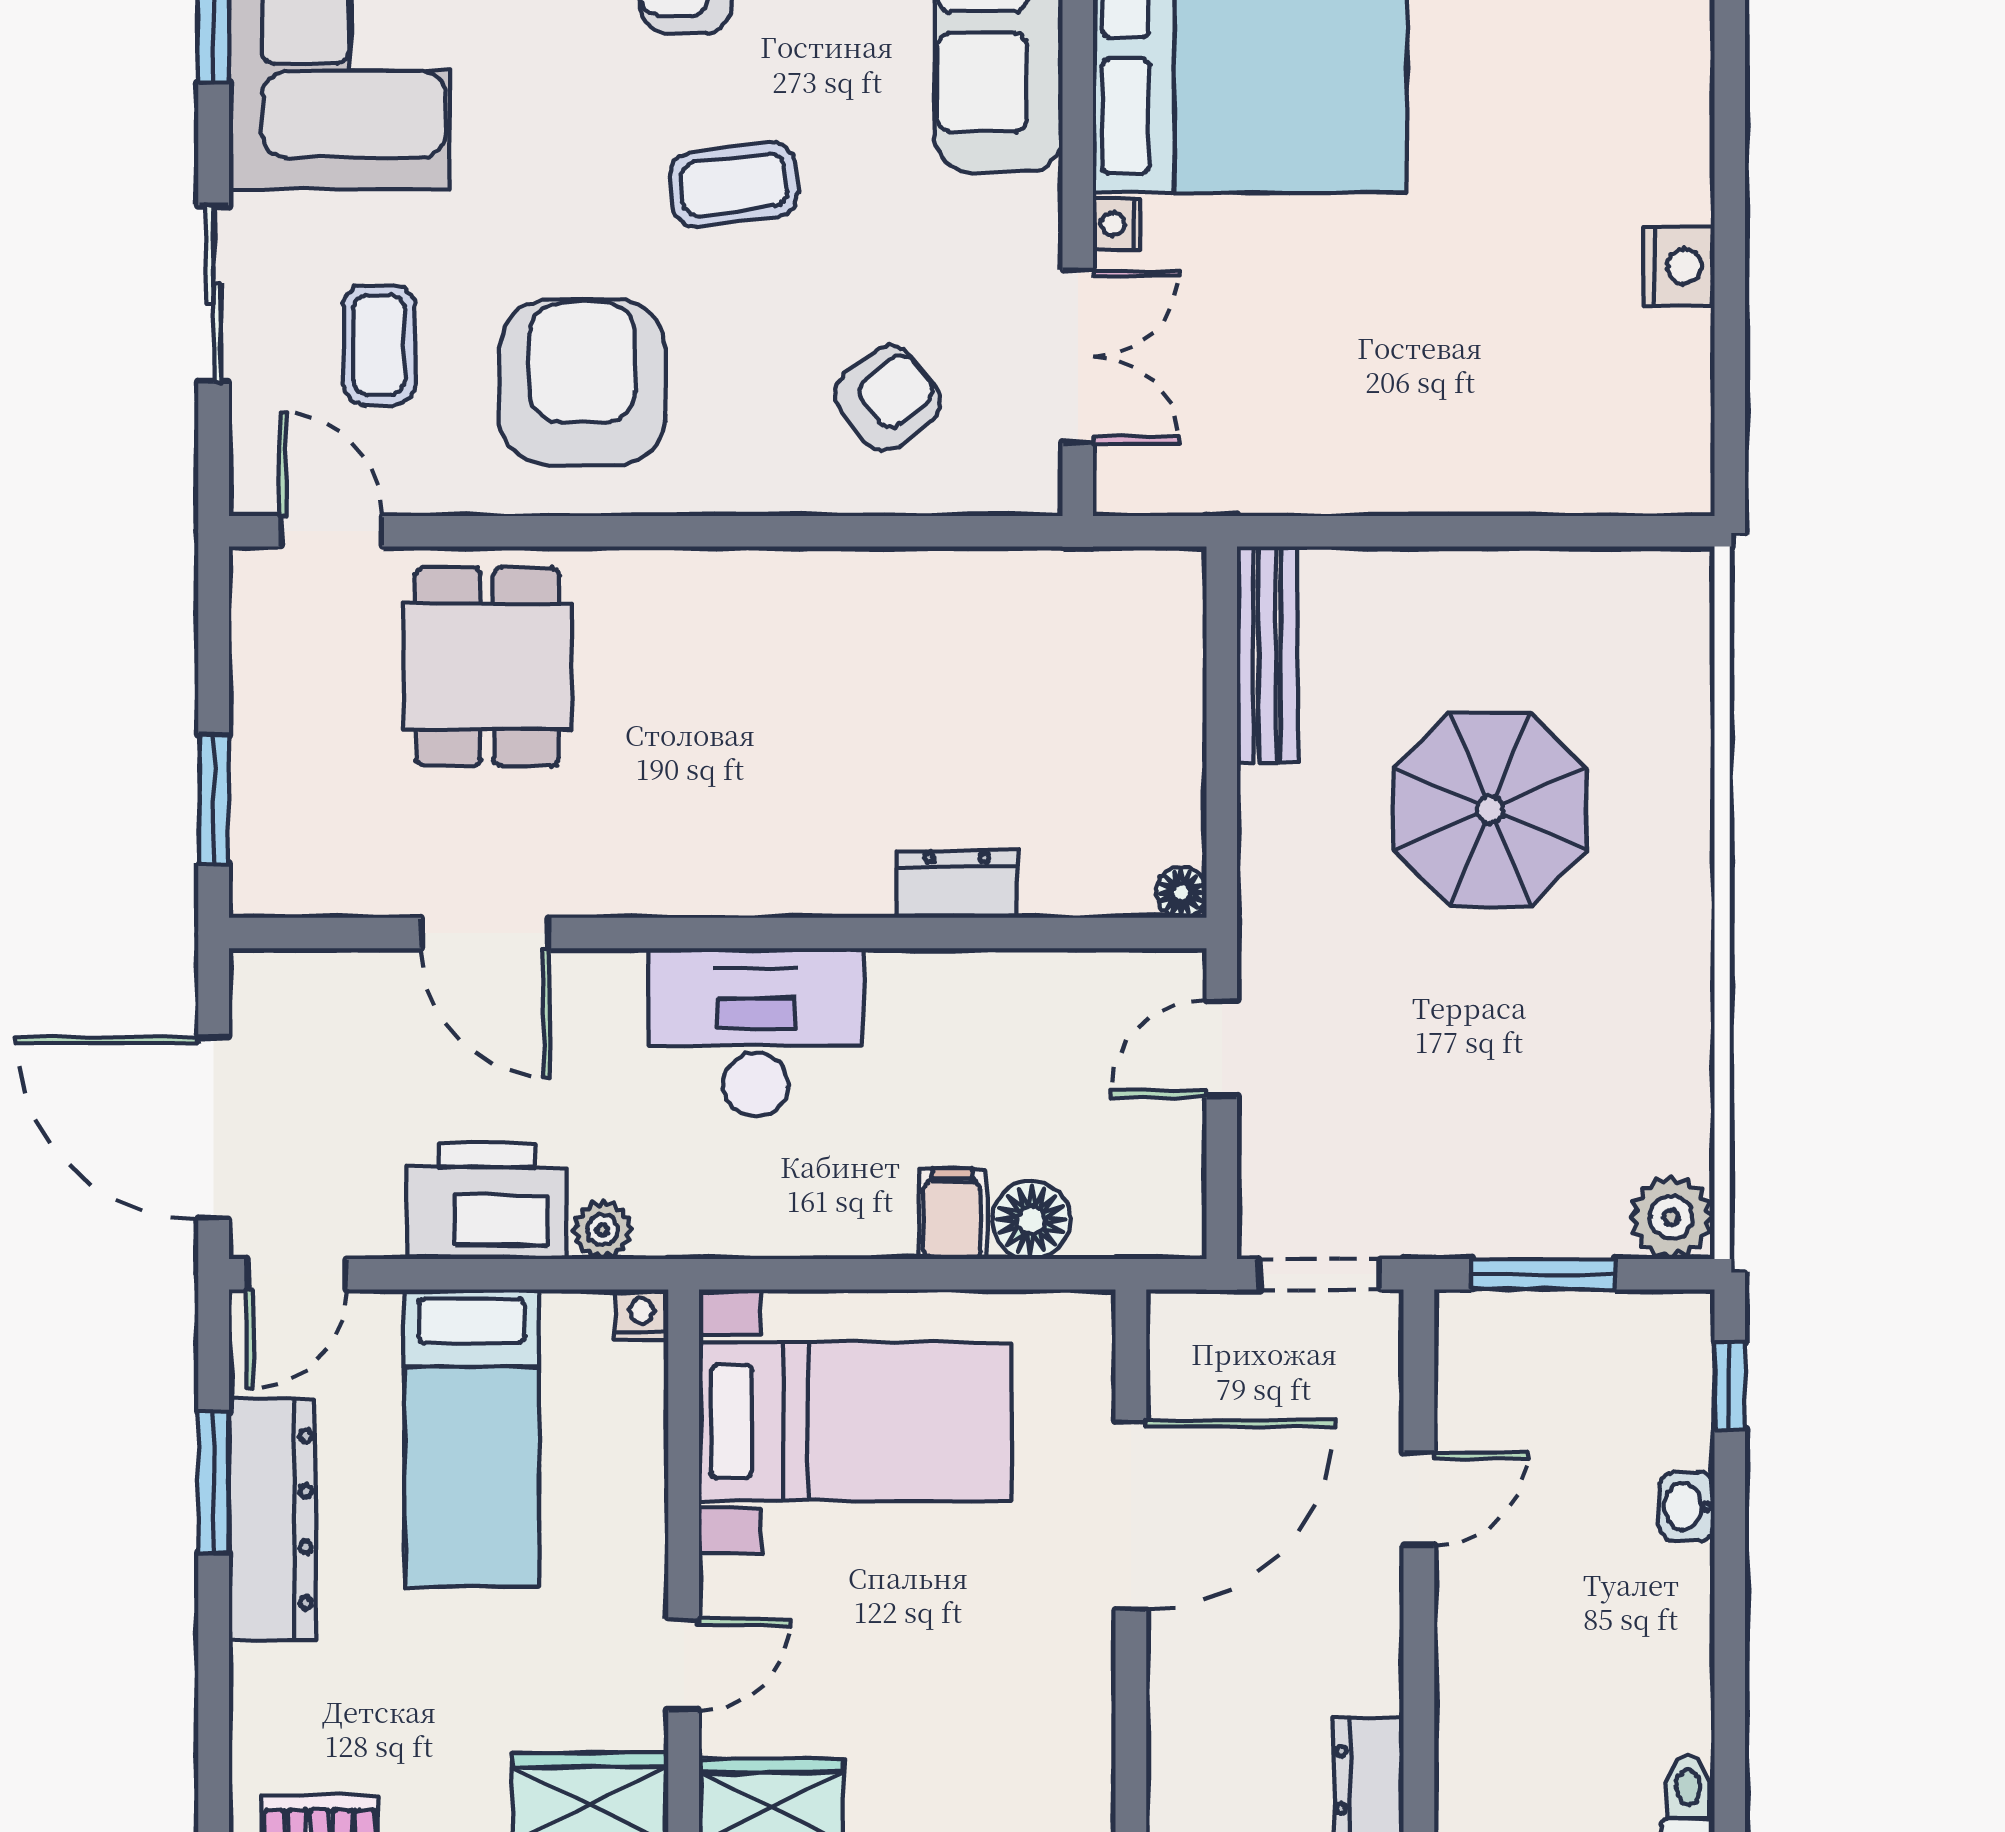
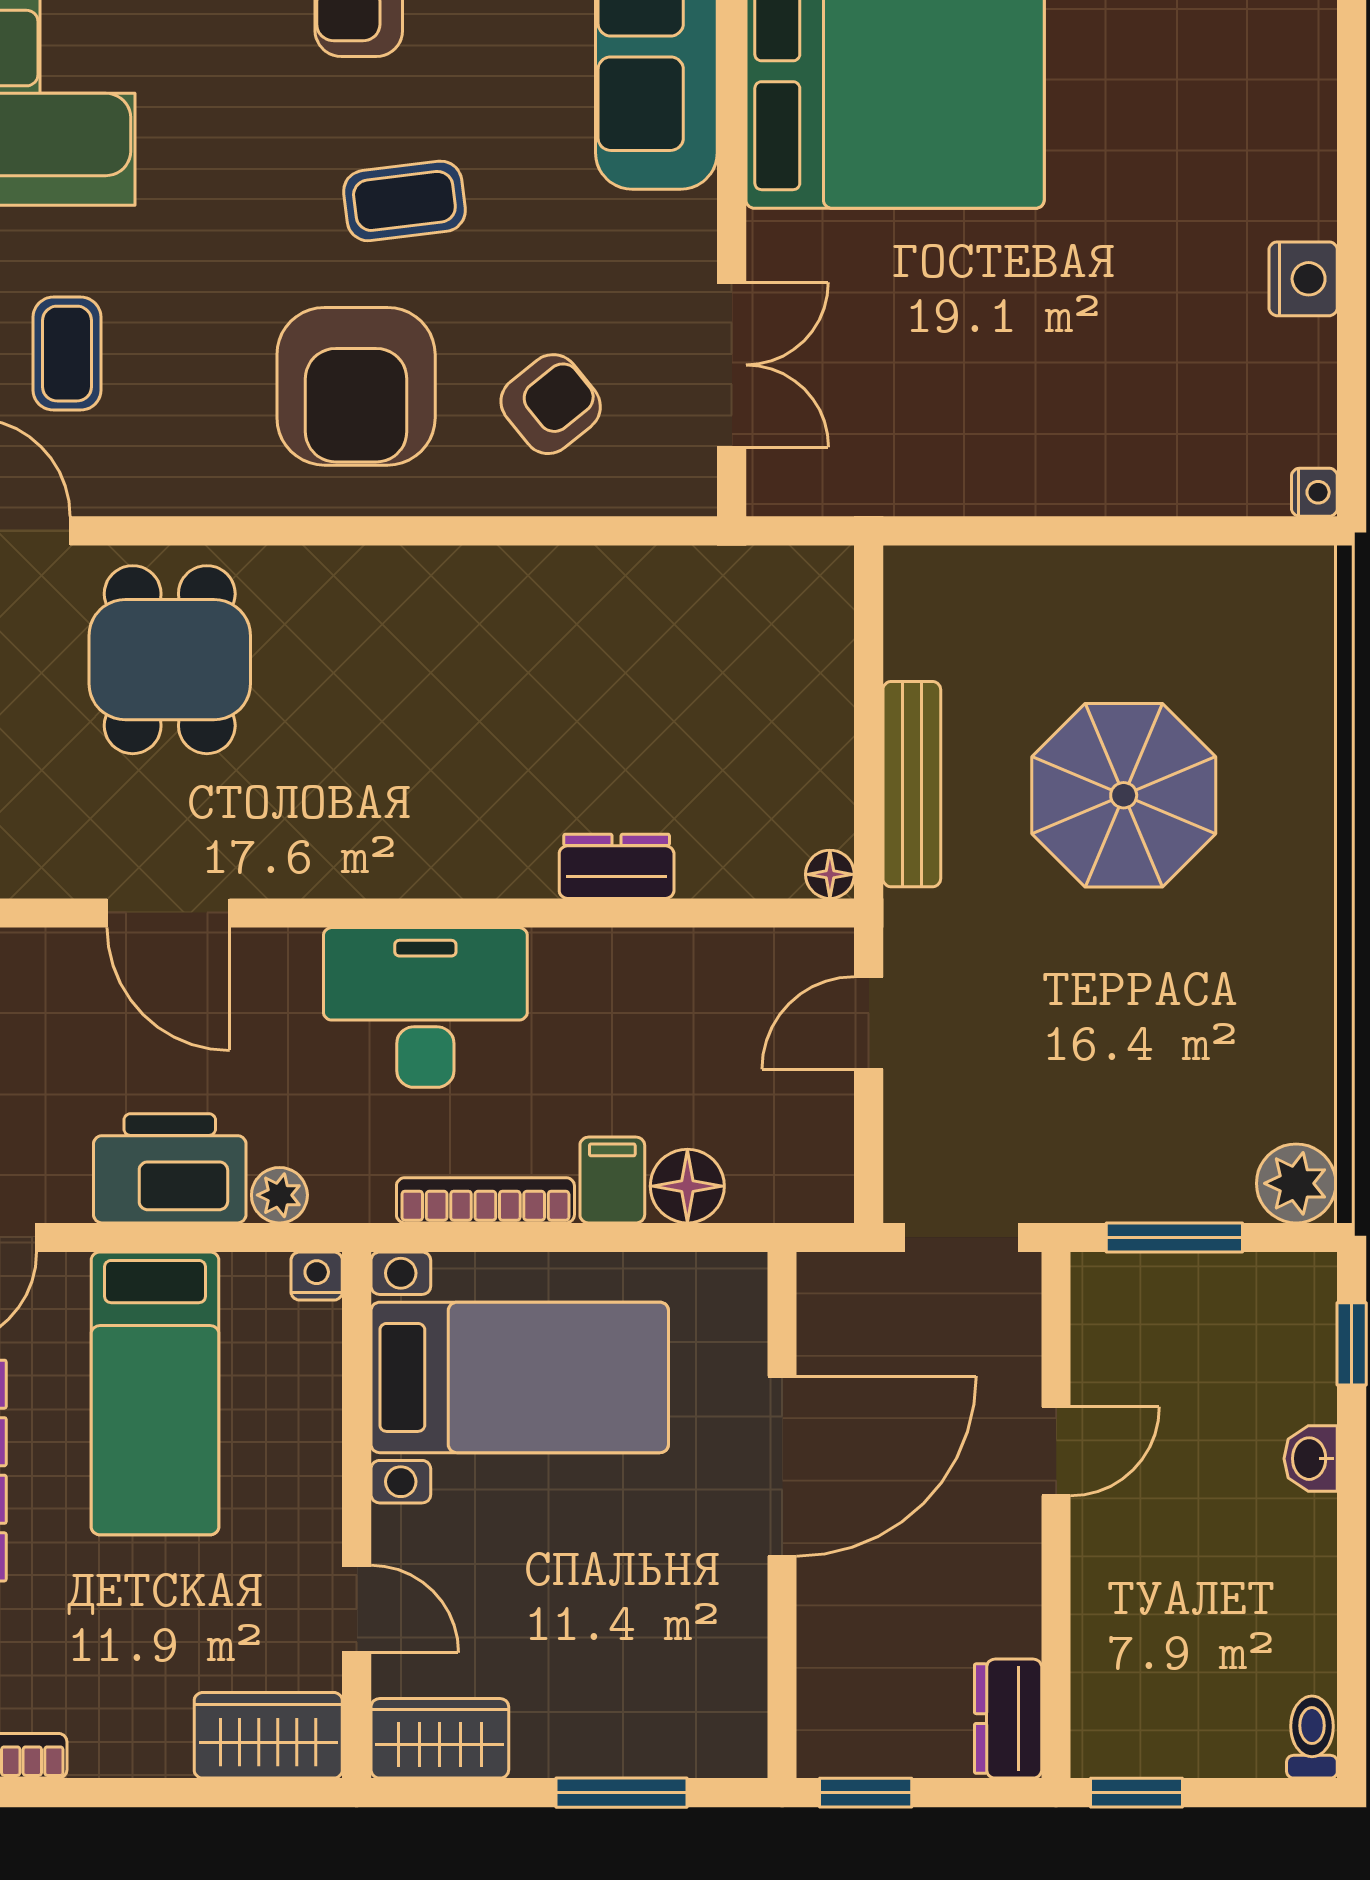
nightstand: (1117, 224) -> (1314, 492), moved, turned 180
armchair: (582, 382) -> (356, 386), moved, turned 180
bench: (1267, 655) -> (912, 784), moved
bookcase: (819, 1235) -> (485, 1200), added
door: (684, 1665) -> (357, 1609), hinge flipped

